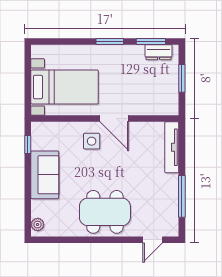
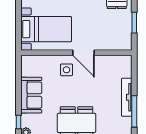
window: (28, 144) -> (19, 122), moved
tv unit: (172, 147) -> (127, 97), moved

